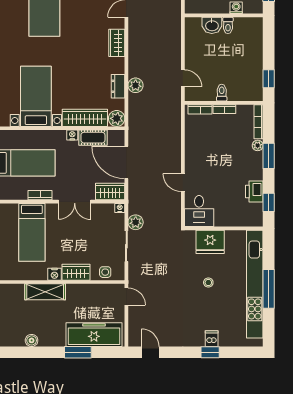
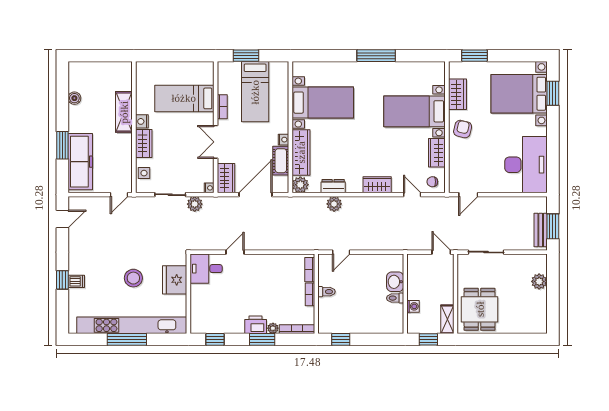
printer: (254, 191) -> (256, 325), moved
stool: (208, 283) -> (133, 278), width x1.89, depth x1.89

